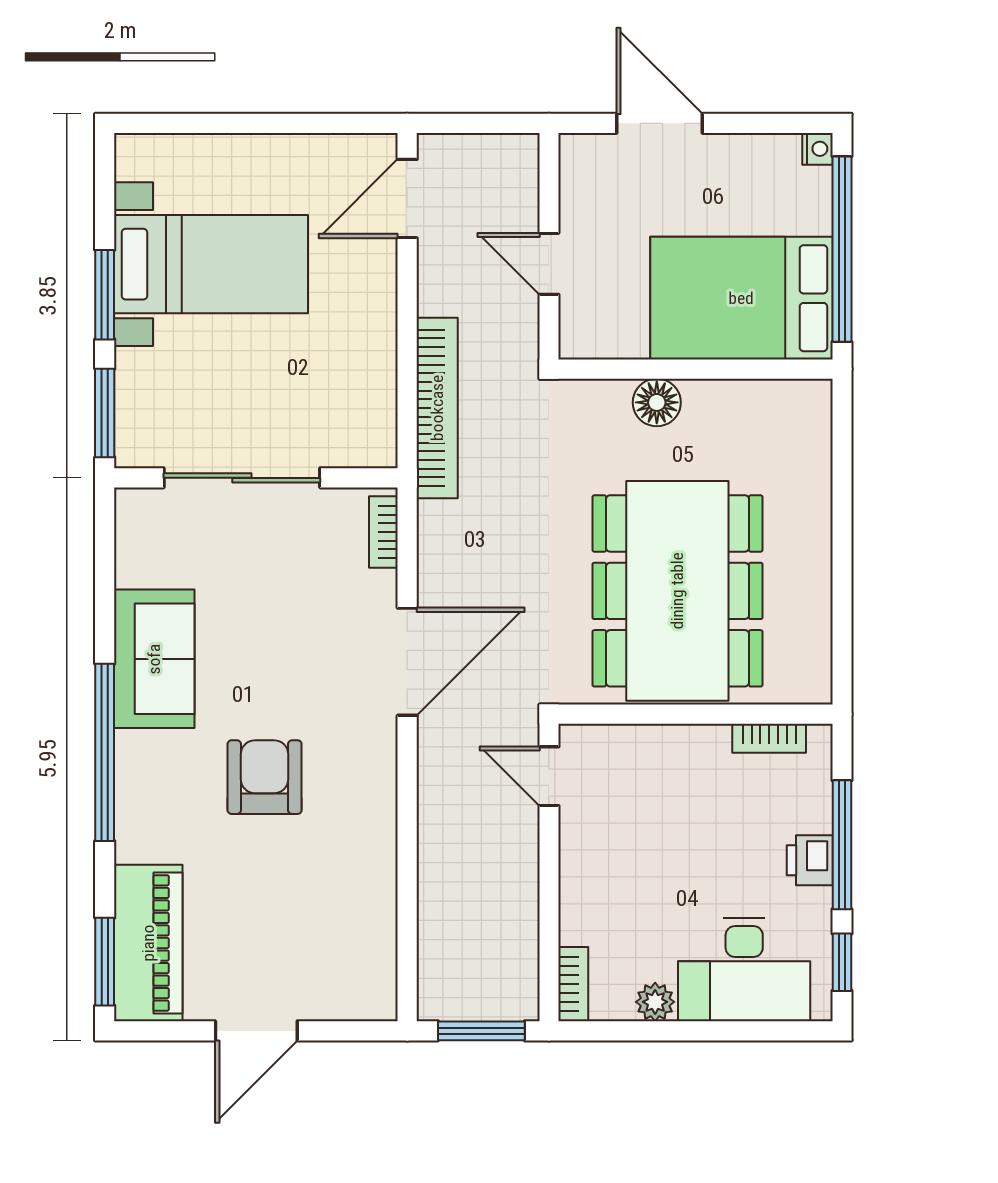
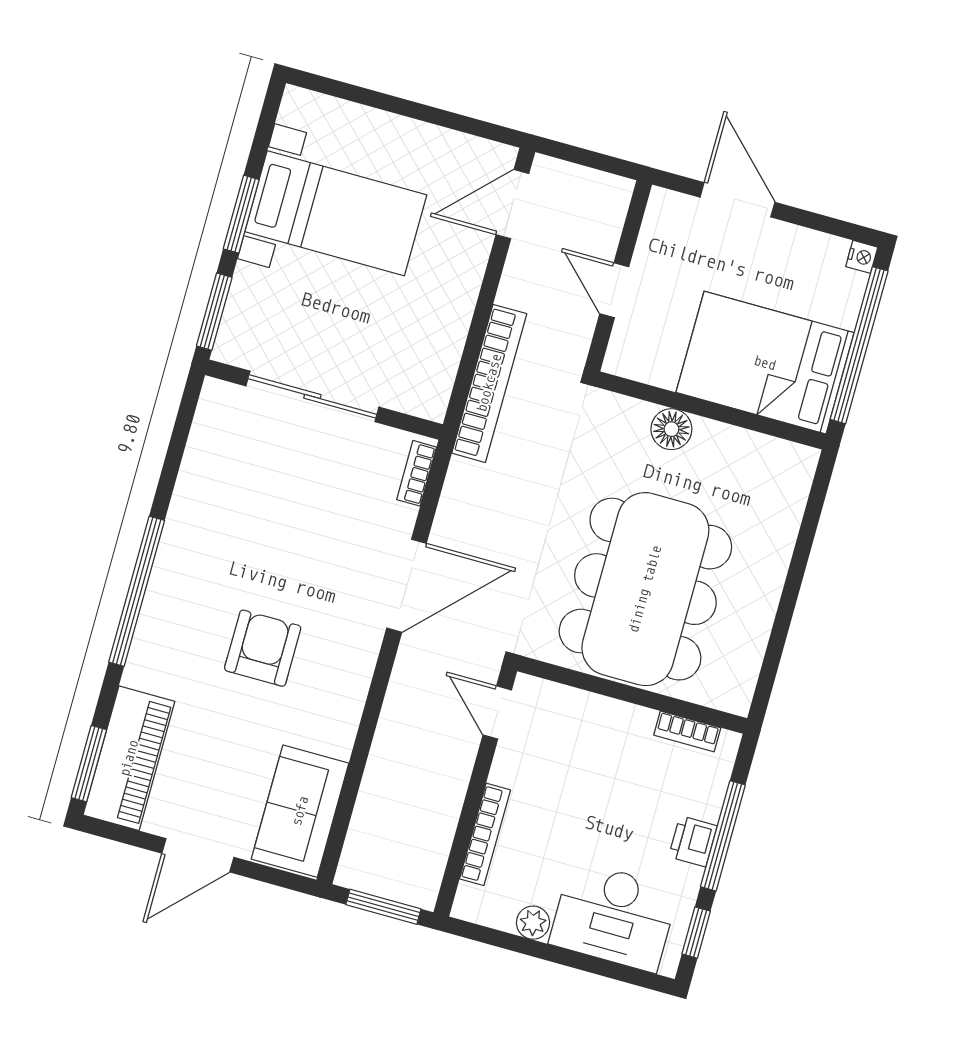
sofa: (154, 659) -> (300, 811), moved, turned 180
bookcase: (573, 984) -> (485, 834), moved, width x1.56

